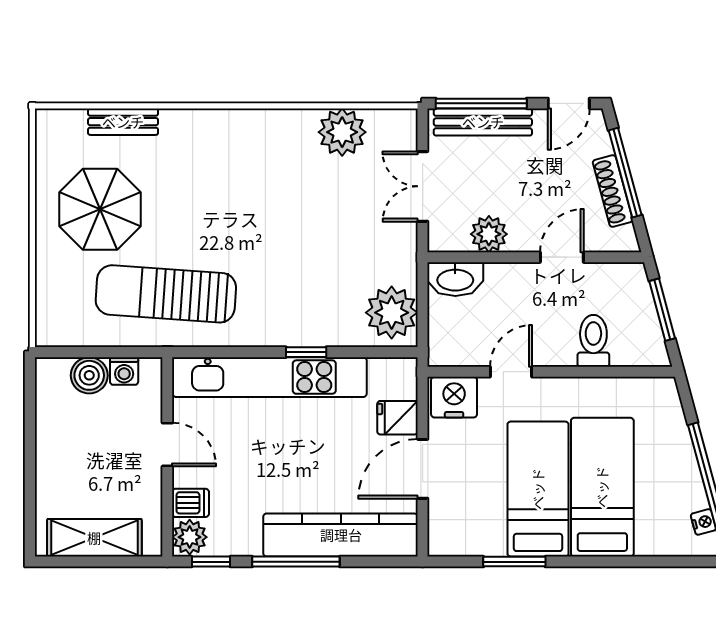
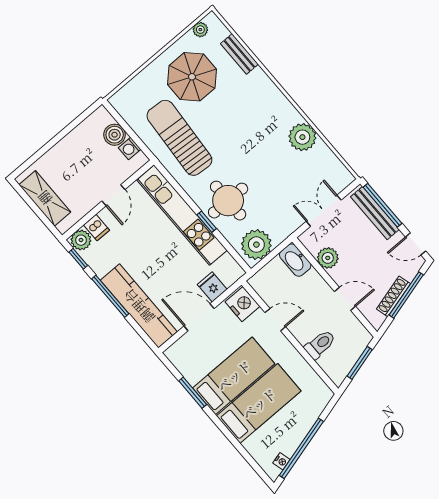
plant: (342, 132) -> (302, 137), moved
plant: (48, 146) -> (200, 30), added
round table: (302, 300) -> (228, 201), added

